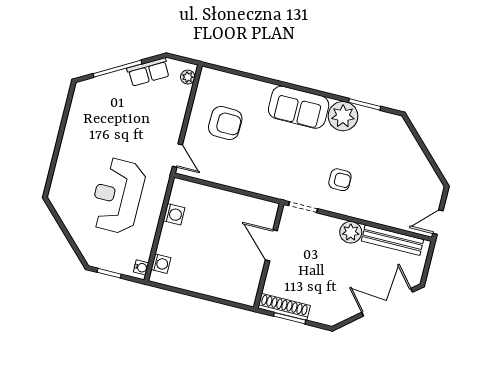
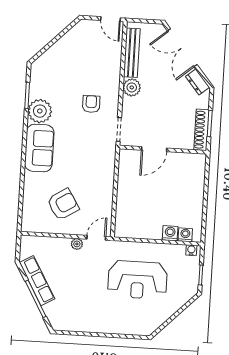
row of seats: (148, 72) -> (37, 281), width x1.48
plant: (188, 77) -> (77, 244), moved
armchair: (225, 123) -> (63, 204), turned 57
washing machine: (174, 214) -> (170, 233), moved
dresser: (342, 313) -> (198, 82), added

